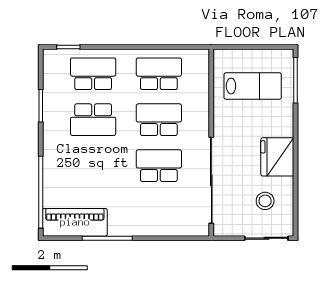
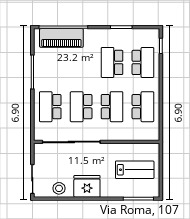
lab bench: (253, 86) -> (135, 170), turned -90
school desk: (159, 166) -> (81, 107), turned 180
stool: (265, 201) -> (59, 188), moved
school desk: (159, 212) -> (50, 107), added
piano: (75, 222) -> (61, 38), moved, turned 90

